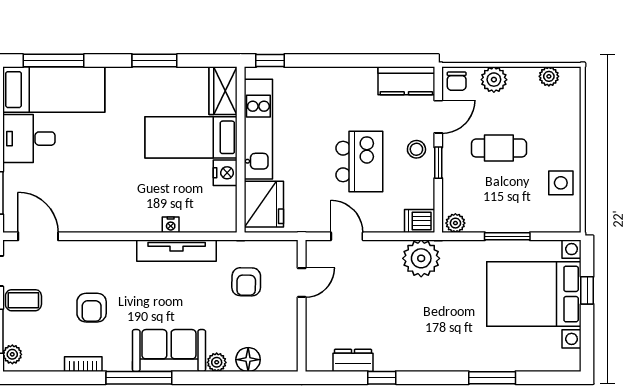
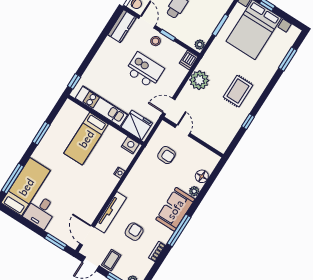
wardrobe: (223, 91) -> (74, 111), removed
nightstand: (225, 173) -> (130, 145), moved
door: (38, 236) -> (87, 235), hinge flipped
door: (347, 236) -> (169, 106), moved
tv unit: (177, 251) -> (111, 212), moved
plant: (421, 258) -> (199, 80), moved
armchair: (92, 308) -> (134, 232), turned -90
rug: (420, 331) -> (238, 91), added
dresser: (353, 360) -> (232, 130), removed
window: (492, 378) -> (288, 59), moved

